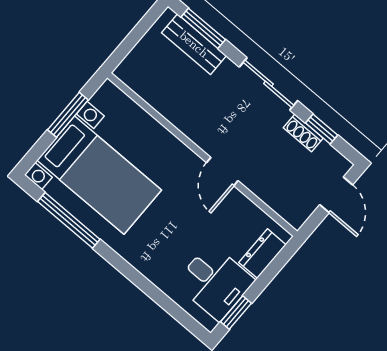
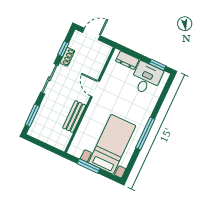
bench: (194, 44) -> (74, 117), moved
door: (222, 172) -> (95, 89), swing flipped
window: (69, 220) -> (145, 133), moved

